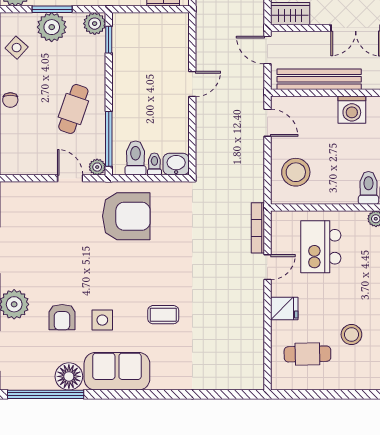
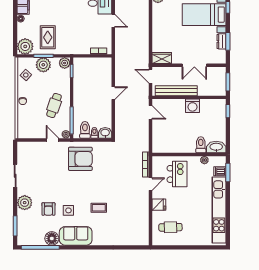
stool: (296, 172) -> (165, 137), removed
kitchen island: (321, 247) -> (177, 174), turned 180
stool: (351, 335) -> (192, 218), removed

